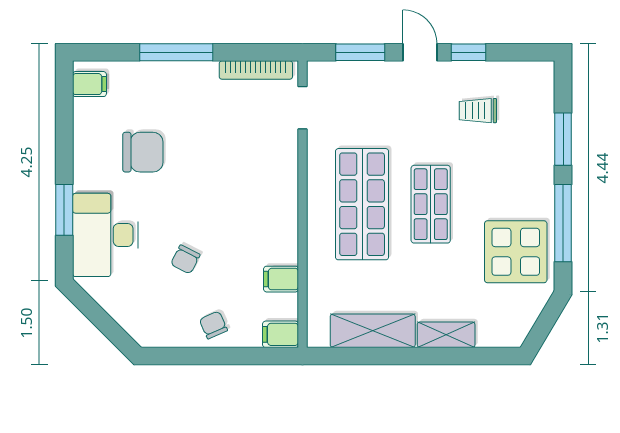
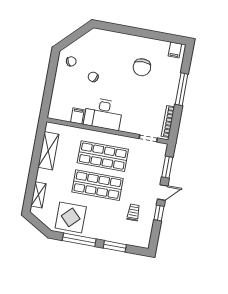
shop shelf: (431, 204) -> (97, 185), width x1.43, depth x1.36
window: (64, 210) -> (124, 29), removed
desk: (105, 235) -> (103, 114), moved, turned 180
chair: (213, 325) -> (71, 61), moved
filing cabinet: (281, 334) -> (54, 111), removed
shelving: (446, 335) -> (39, 195), moved

